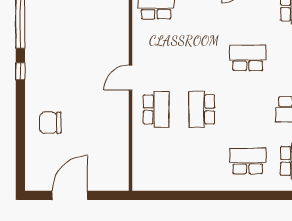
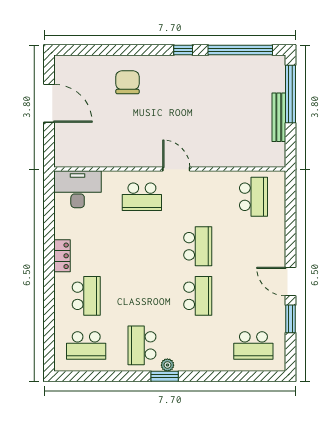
school desk: (202, 109) -> (198, 246), moved, turned 90
desk: (149, 169) -> (78, 189), added
locker: (211, 183) -> (62, 256), added

